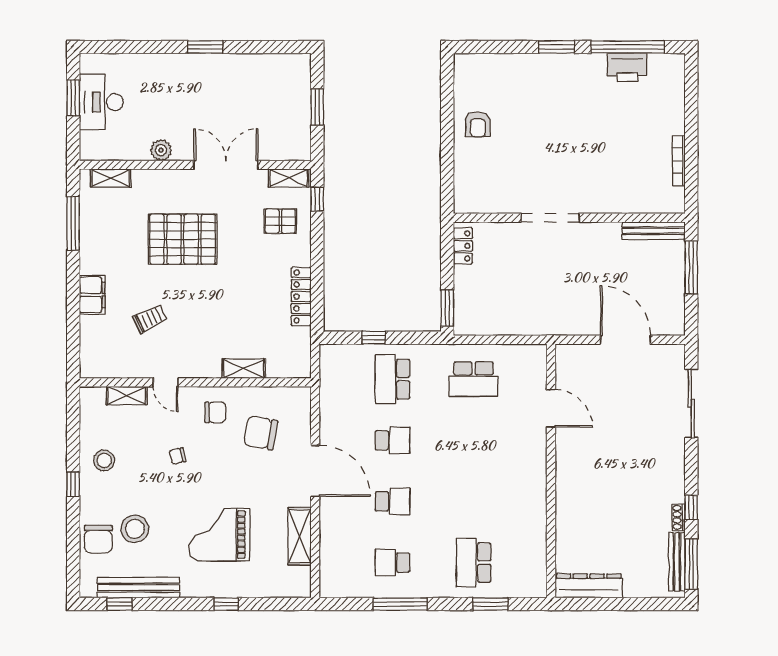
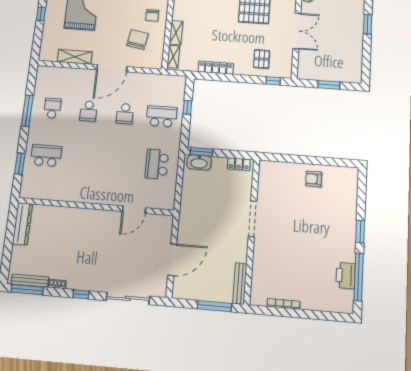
shelving: (289, 178) -> (173, 57), moved
washbasin: (465, 311) -> (199, 162), added
window: (691, 507) -> (81, 294), moved

